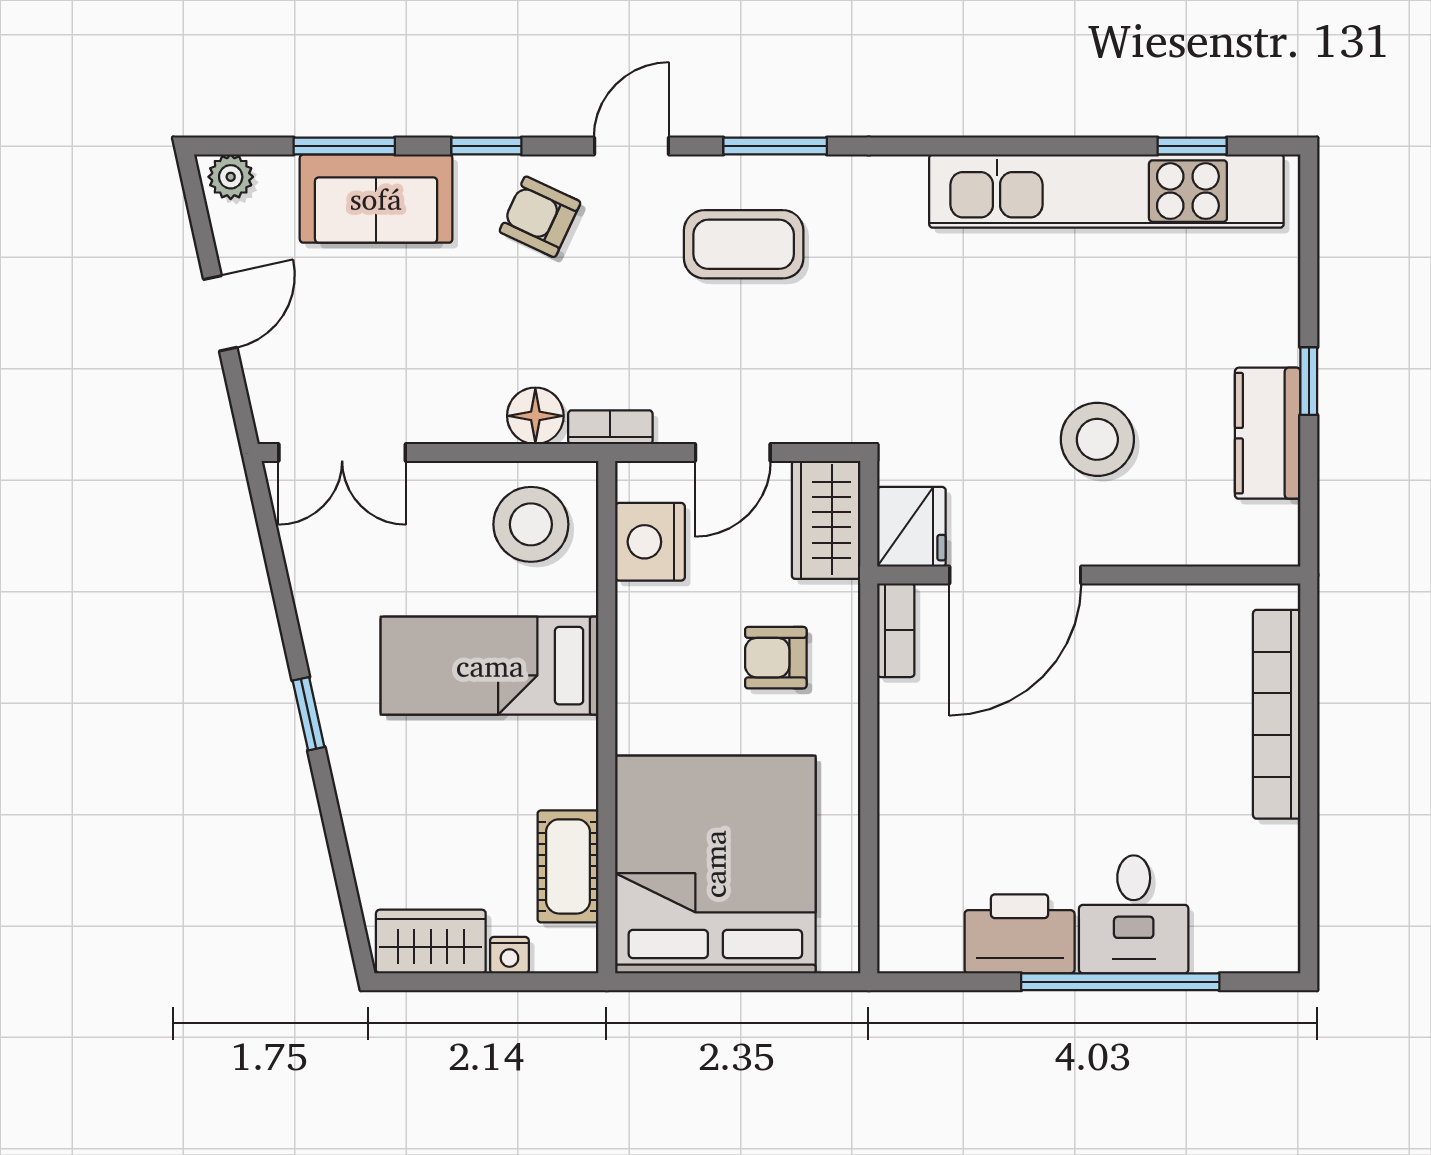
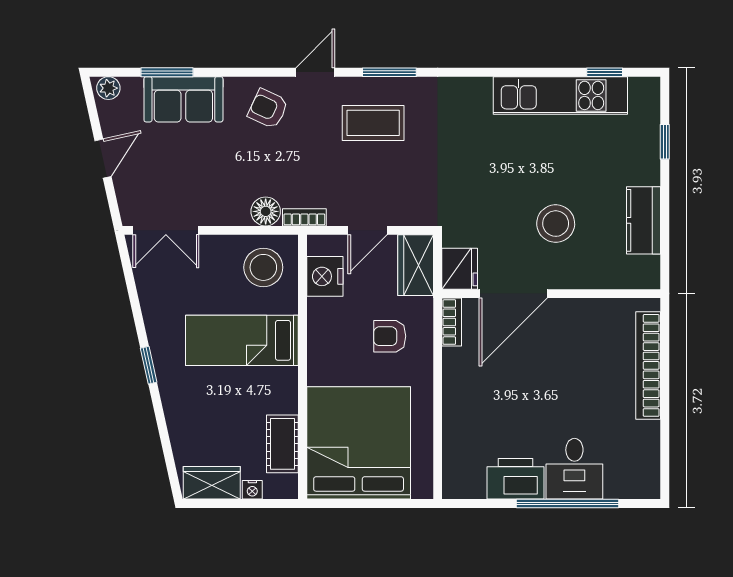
window: (486, 146) -> (240, 72), removed
kitchen unit: (1106, 191) -> (560, 95), width x0.73
window: (1309, 381) -> (665, 142), moved

